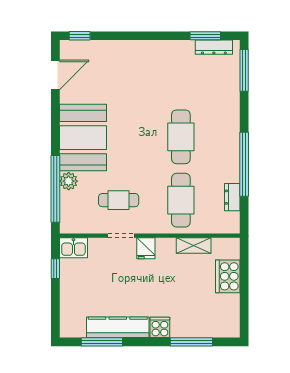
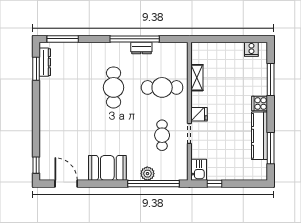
cafe table: (181, 137) -> (114, 87), turned 90
booth: (83, 138) -> (107, 168), width x0.73, depth x0.70
dresser: (232, 197) -> (141, 48), moved
cooker: (228, 276) -> (251, 49), moved, width x0.53, depth x0.76

